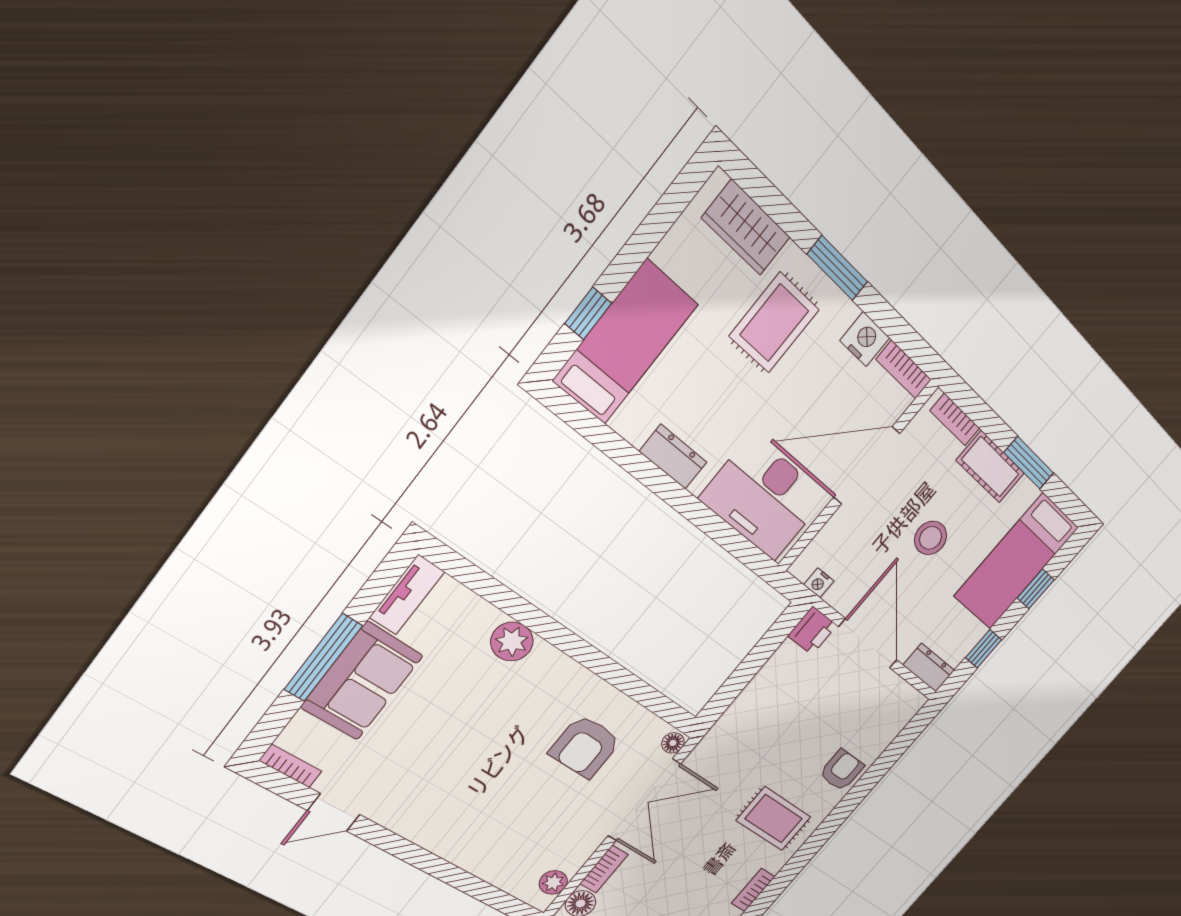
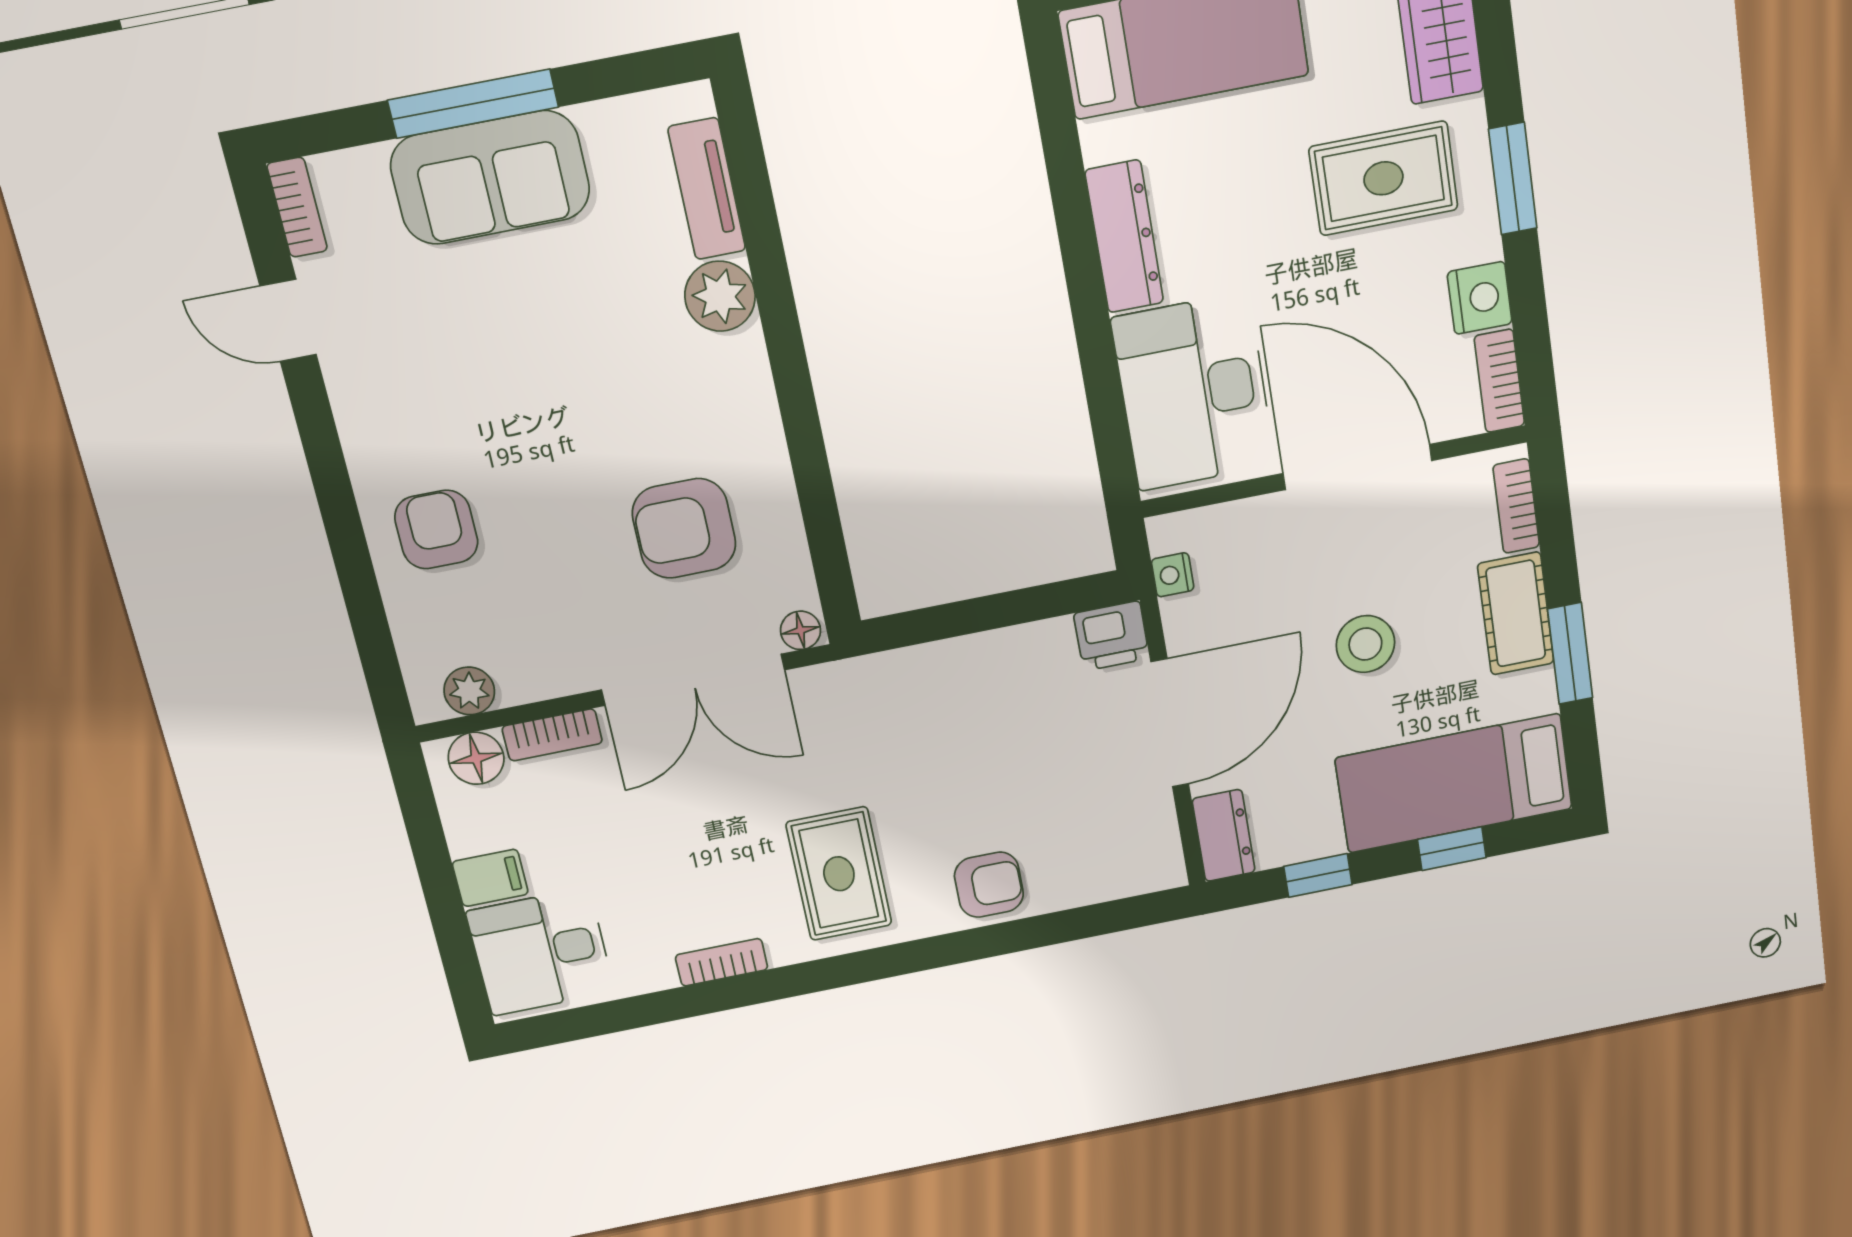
dresser: (673, 457) -> (1124, 237), width x1.44
tv unit: (407, 595) -> (707, 189), moved, turned 90
armchair: (479, 836) -> (436, 529), added

